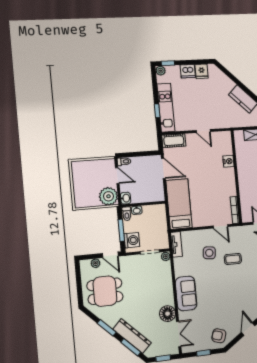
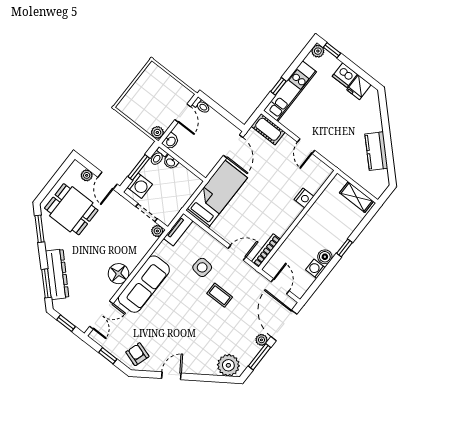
plant: (108, 196) -> (157, 132), width x0.53, depth x0.53
door: (221, 226) -> (237, 253), swing flipped
sofa: (186, 293) -> (144, 284), width x1.36
floor lamp: (168, 314) -> (118, 274), moved
window: (107, 328) -> (40, 229), moved

